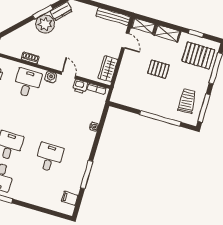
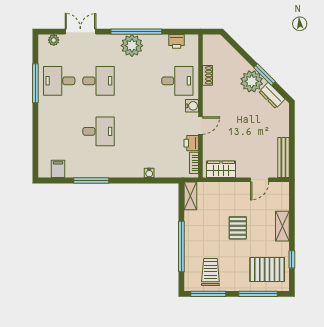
shelving: (143, 26) -> (190, 196), moved
pallet: (198, 55) -> (267, 270), turned 90
trolley: (187, 101) -> (210, 272), turned -87

